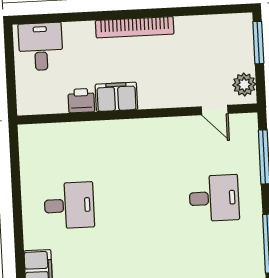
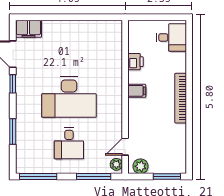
filing cabinet: (116, 97) -> (137, 91), width x0.50
plant: (243, 122) -> (116, 164), added
desk: (69, 205) -> (69, 97), moved, width x1.87, depth x1.30

